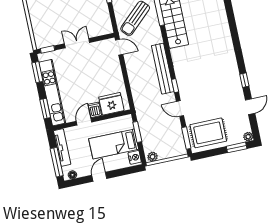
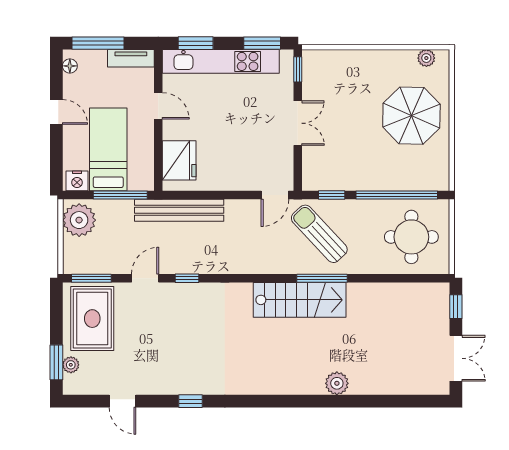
window: (112, 16) -> (332, 195), added
bench: (163, 69) -> (179, 210), moved
window: (244, 80) -> (191, 401), moved
dishwasher: (95, 110) -> (175, 129), removed
window: (137, 132) -> (120, 195), width x1.44
plant: (248, 137) -> (71, 365), moved
tv unit: (62, 147) -> (131, 58), width x0.71
plant: (153, 157) -> (79, 220), width x1.87, depth x1.87

